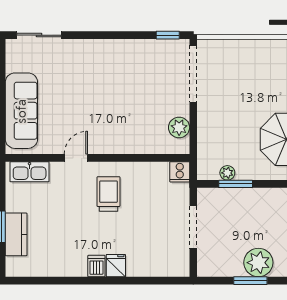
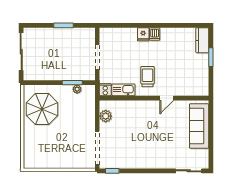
kitchen sink: (30, 172) -> (123, 90), moved
trolley: (108, 194) -> (147, 77), turned 180
kitchen counter: (16, 234) -> (202, 40), moved
plant: (258, 263) -> (59, 36), removed

